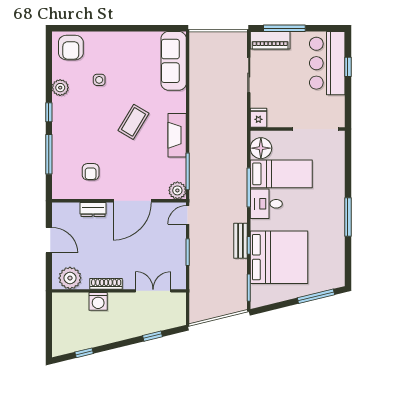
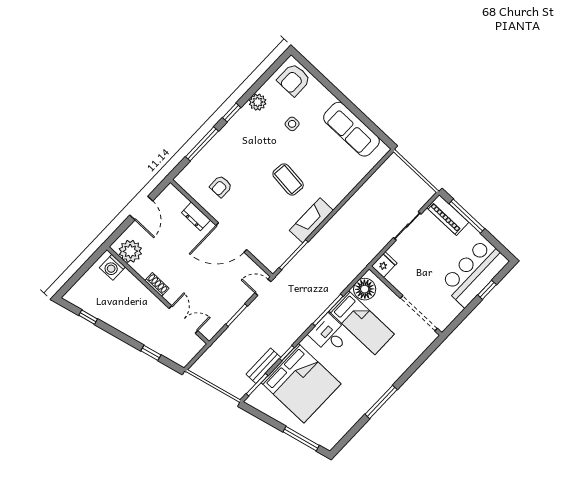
sofa: (174, 61) -> (351, 129), moved, turned -90
coffee table: (134, 122) -> (288, 180), turned 65
plant: (177, 190) -> (272, 262), removed
bench: (241, 241) -> (263, 366), moved
shoe rack: (106, 284) -> (157, 284), width x0.70
washing machine: (98, 301) -> (112, 267), moved

